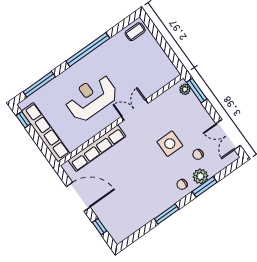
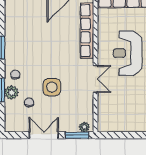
reception desk: (91, 98) -> (128, 53), turned 180
double door: (228, 135) -> (44, 135), moved

